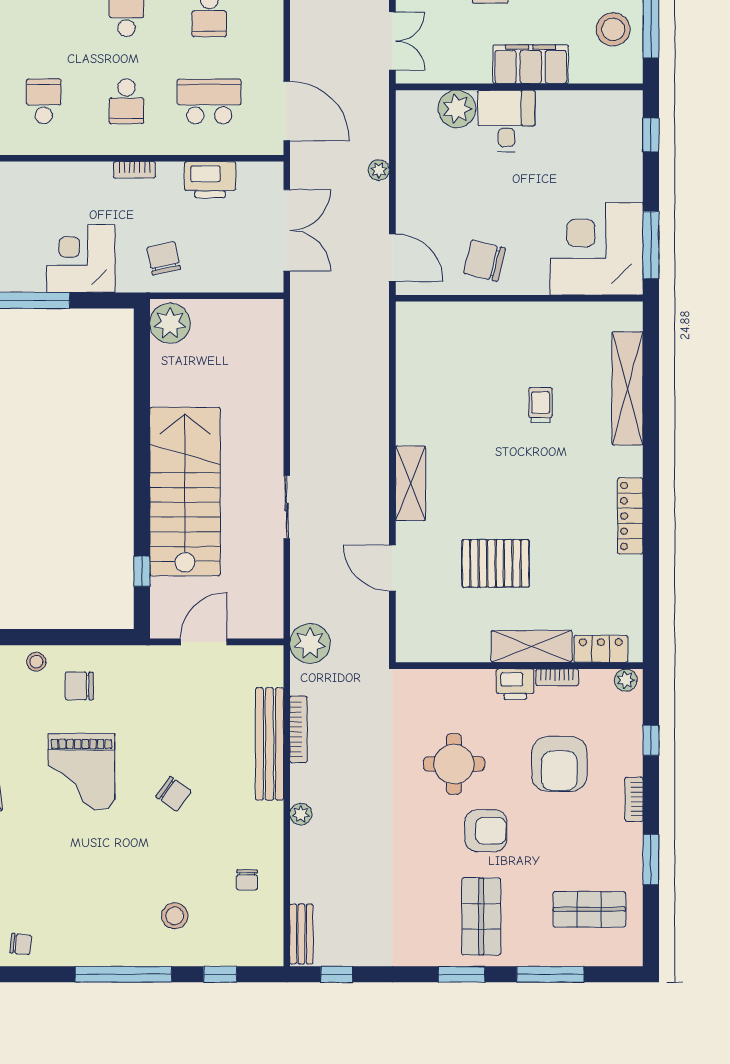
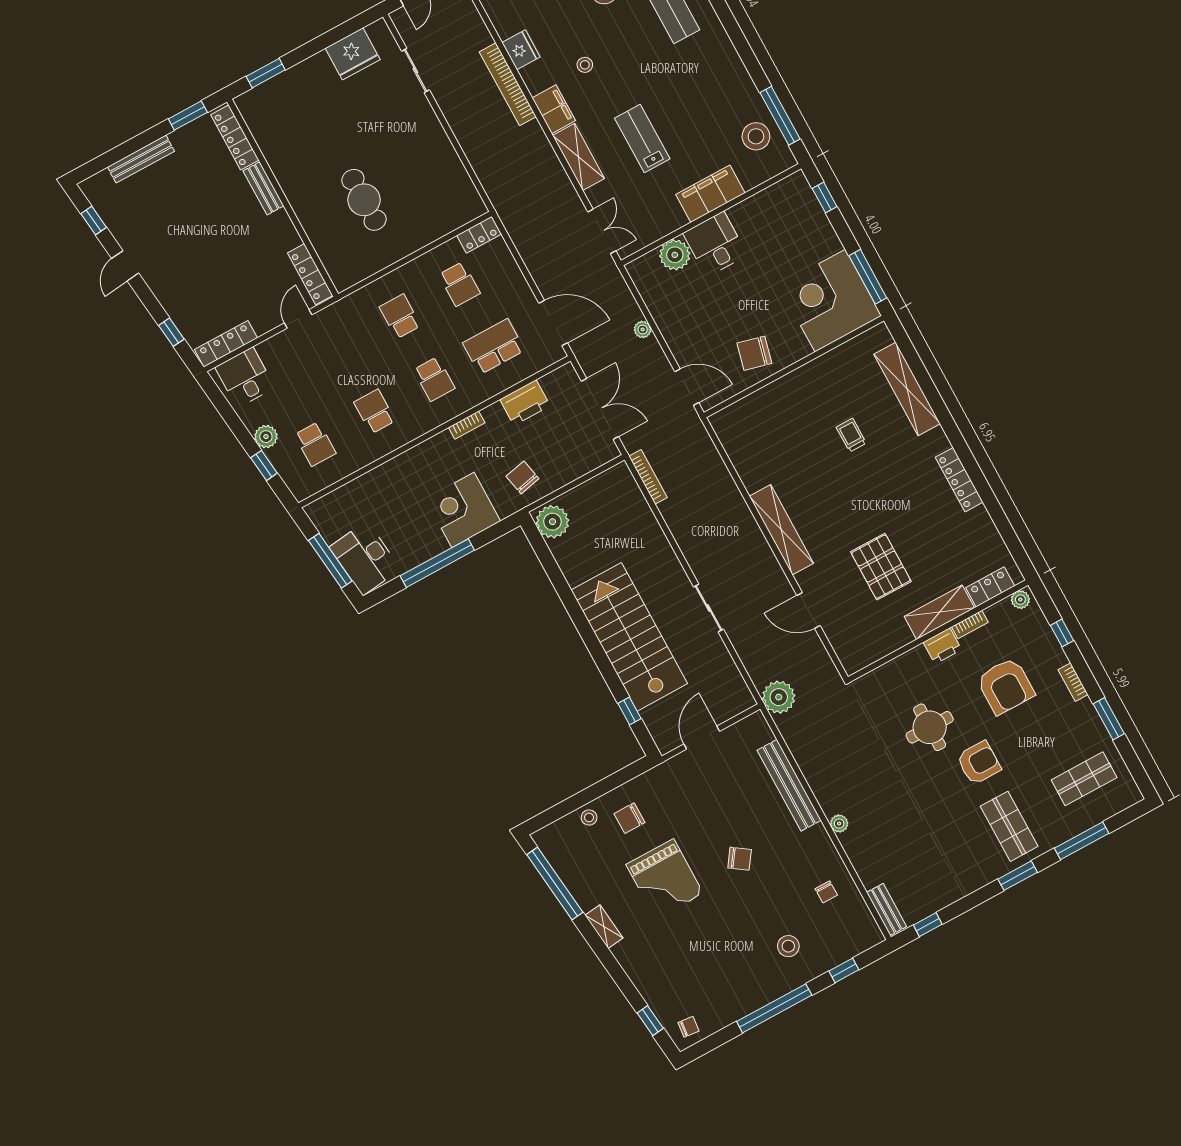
shelving: (411, 483) -> (781, 530), width x1.47
pallet: (496, 563) -> (881, 567), turned 90
bookcase: (298, 729) -> (648, 477), moved

